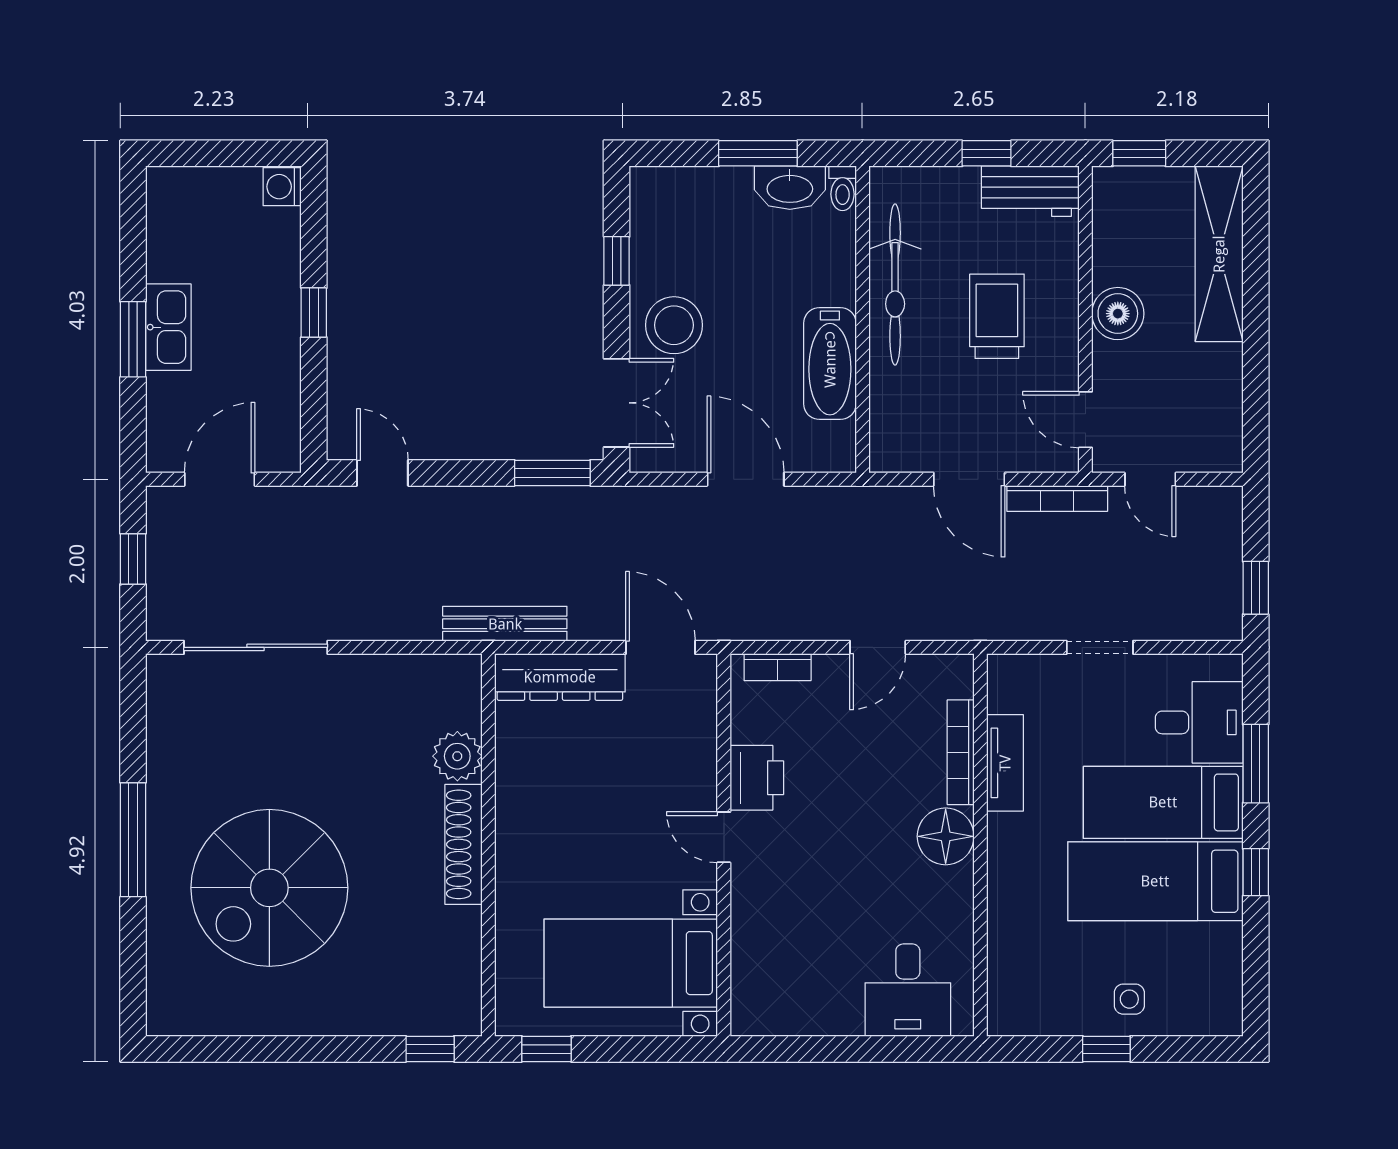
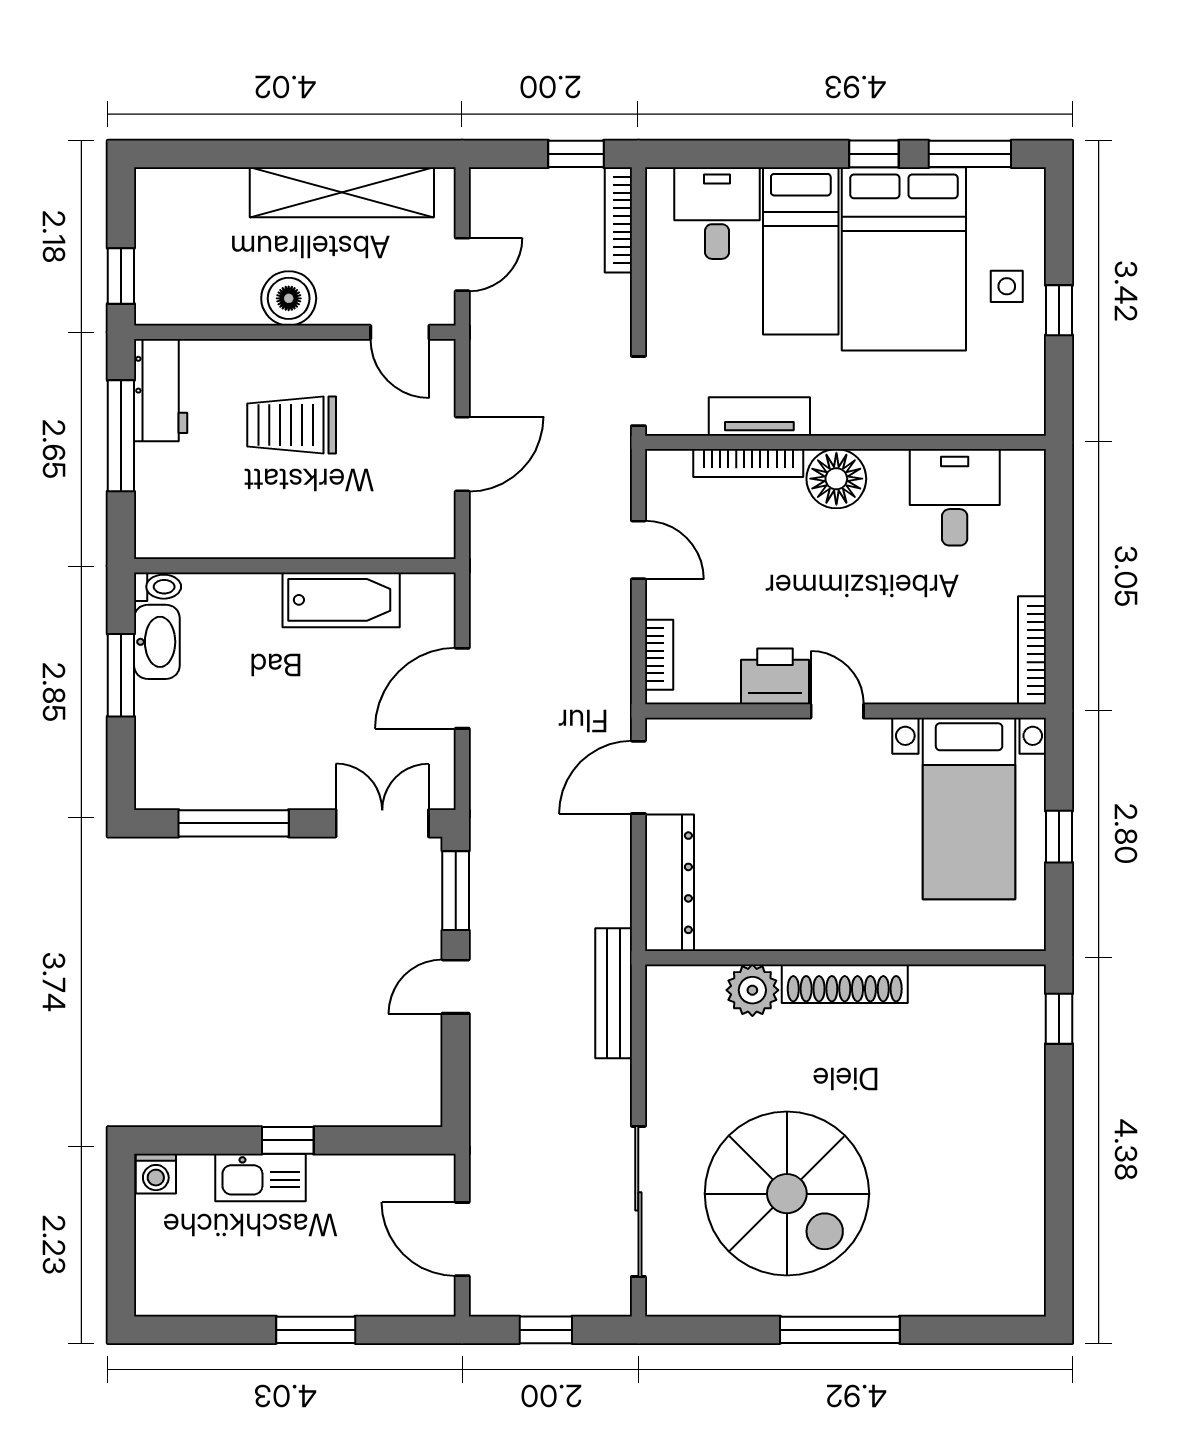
window: (987, 153) -> (121, 436), width x2.17
shelving: (1219, 254) -> (342, 192), moved
window: (617, 261) -> (234, 823), width x2.17
bicycle: (895, 285) -> (258, 532), removed
stool: (674, 325) -> (301, 763), removed
kitchen sink: (168, 327) -> (261, 1177), moved, turned 180
door: (1085, 420) -> (400, 332), hinge flipped
door: (382, 473) -> (456, 987), moved
bookcase: (1057, 498) -> (618, 220), moved, turned 180
bench: (505, 624) -> (614, 993), moved
doorway: (1100, 647) -> (638, 391), moved
window: (1256, 764) -> (970, 154), moved
door: (724, 837) -> (837, 711), swing flipped
bed: (1155, 881) -> (904, 259), width x1.50
spiral stairs: (269, 888) -> (787, 1194), moved
desk: (908, 990) -> (955, 497), moved, turned -90
bookcase: (782, 1023) -> (1032, 650), added
window: (546, 1049) -> (1059, 837), moved

